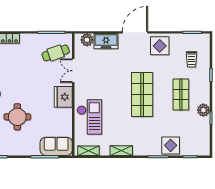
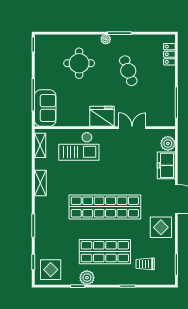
cafe table: (56, 53) -> (128, 71), moved
shop shelf: (142, 95) -> (105, 207), width x1.40
shop shelf: (181, 95) -> (105, 252), width x1.43, depth x1.36
display table: (171, 145) -> (51, 270), moved

